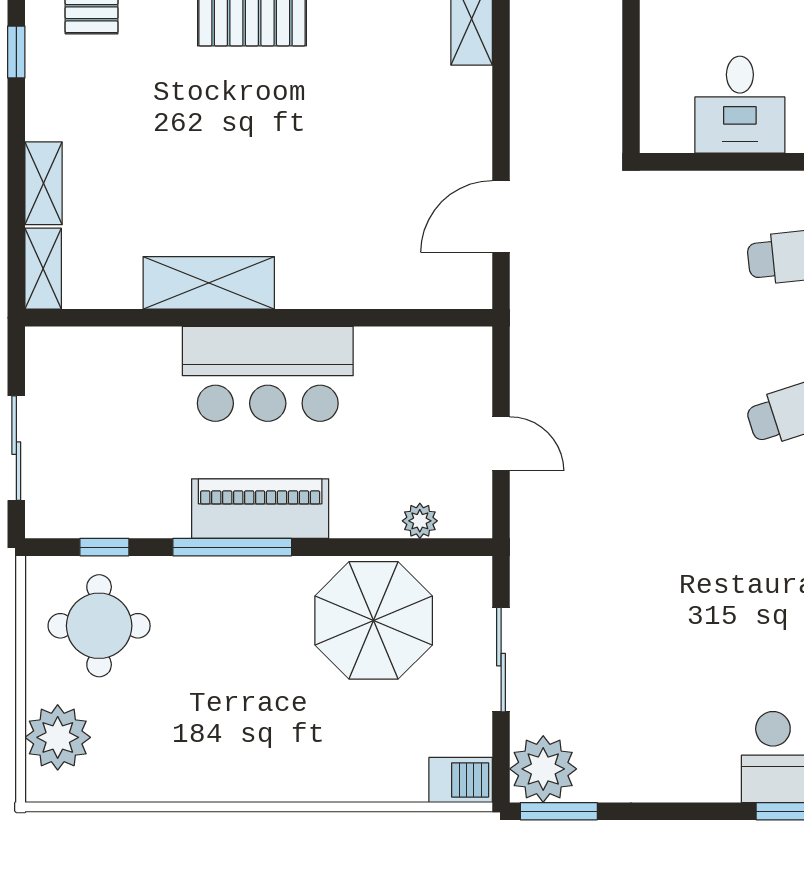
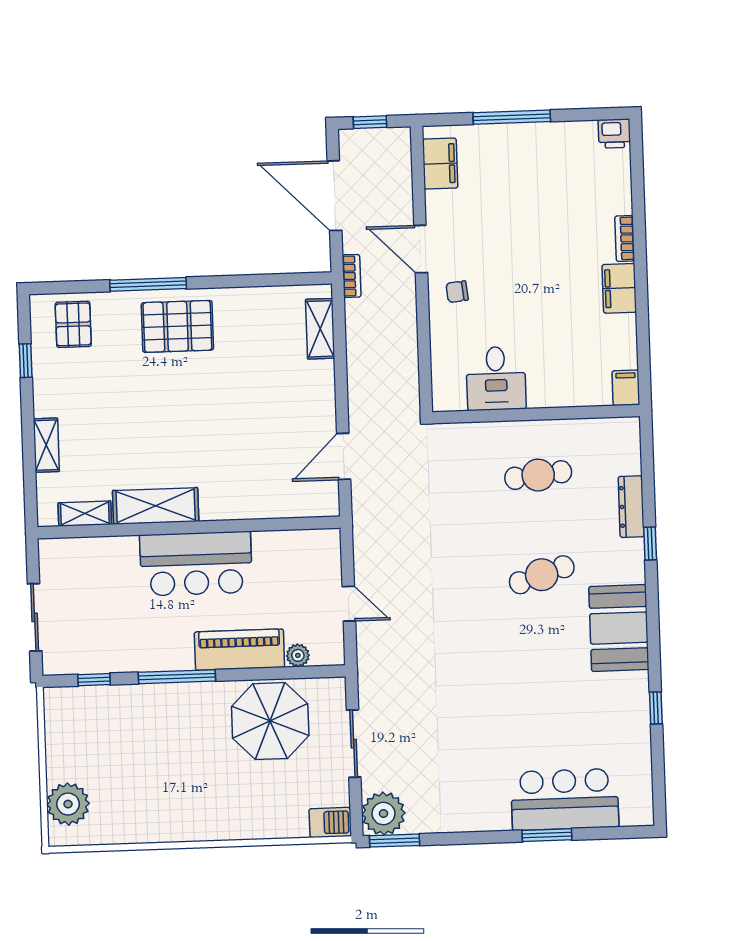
shelving: (43, 269) -> (85, 514), moved, turned 90
piano: (260, 509) -> (239, 650), moved
round table: (99, 626) -> (92, 731), removed

